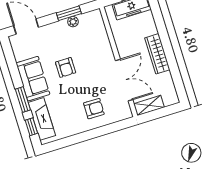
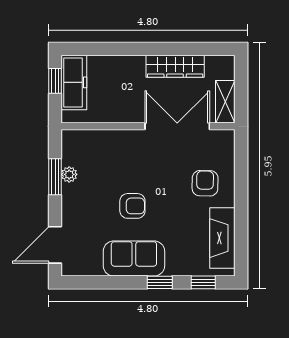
wardrobe: (157, 54) -> (175, 66), moved
window: (23, 99) -> (160, 282), width x0.67
fireplace: (42, 119) -> (222, 238), moved, turned -90

